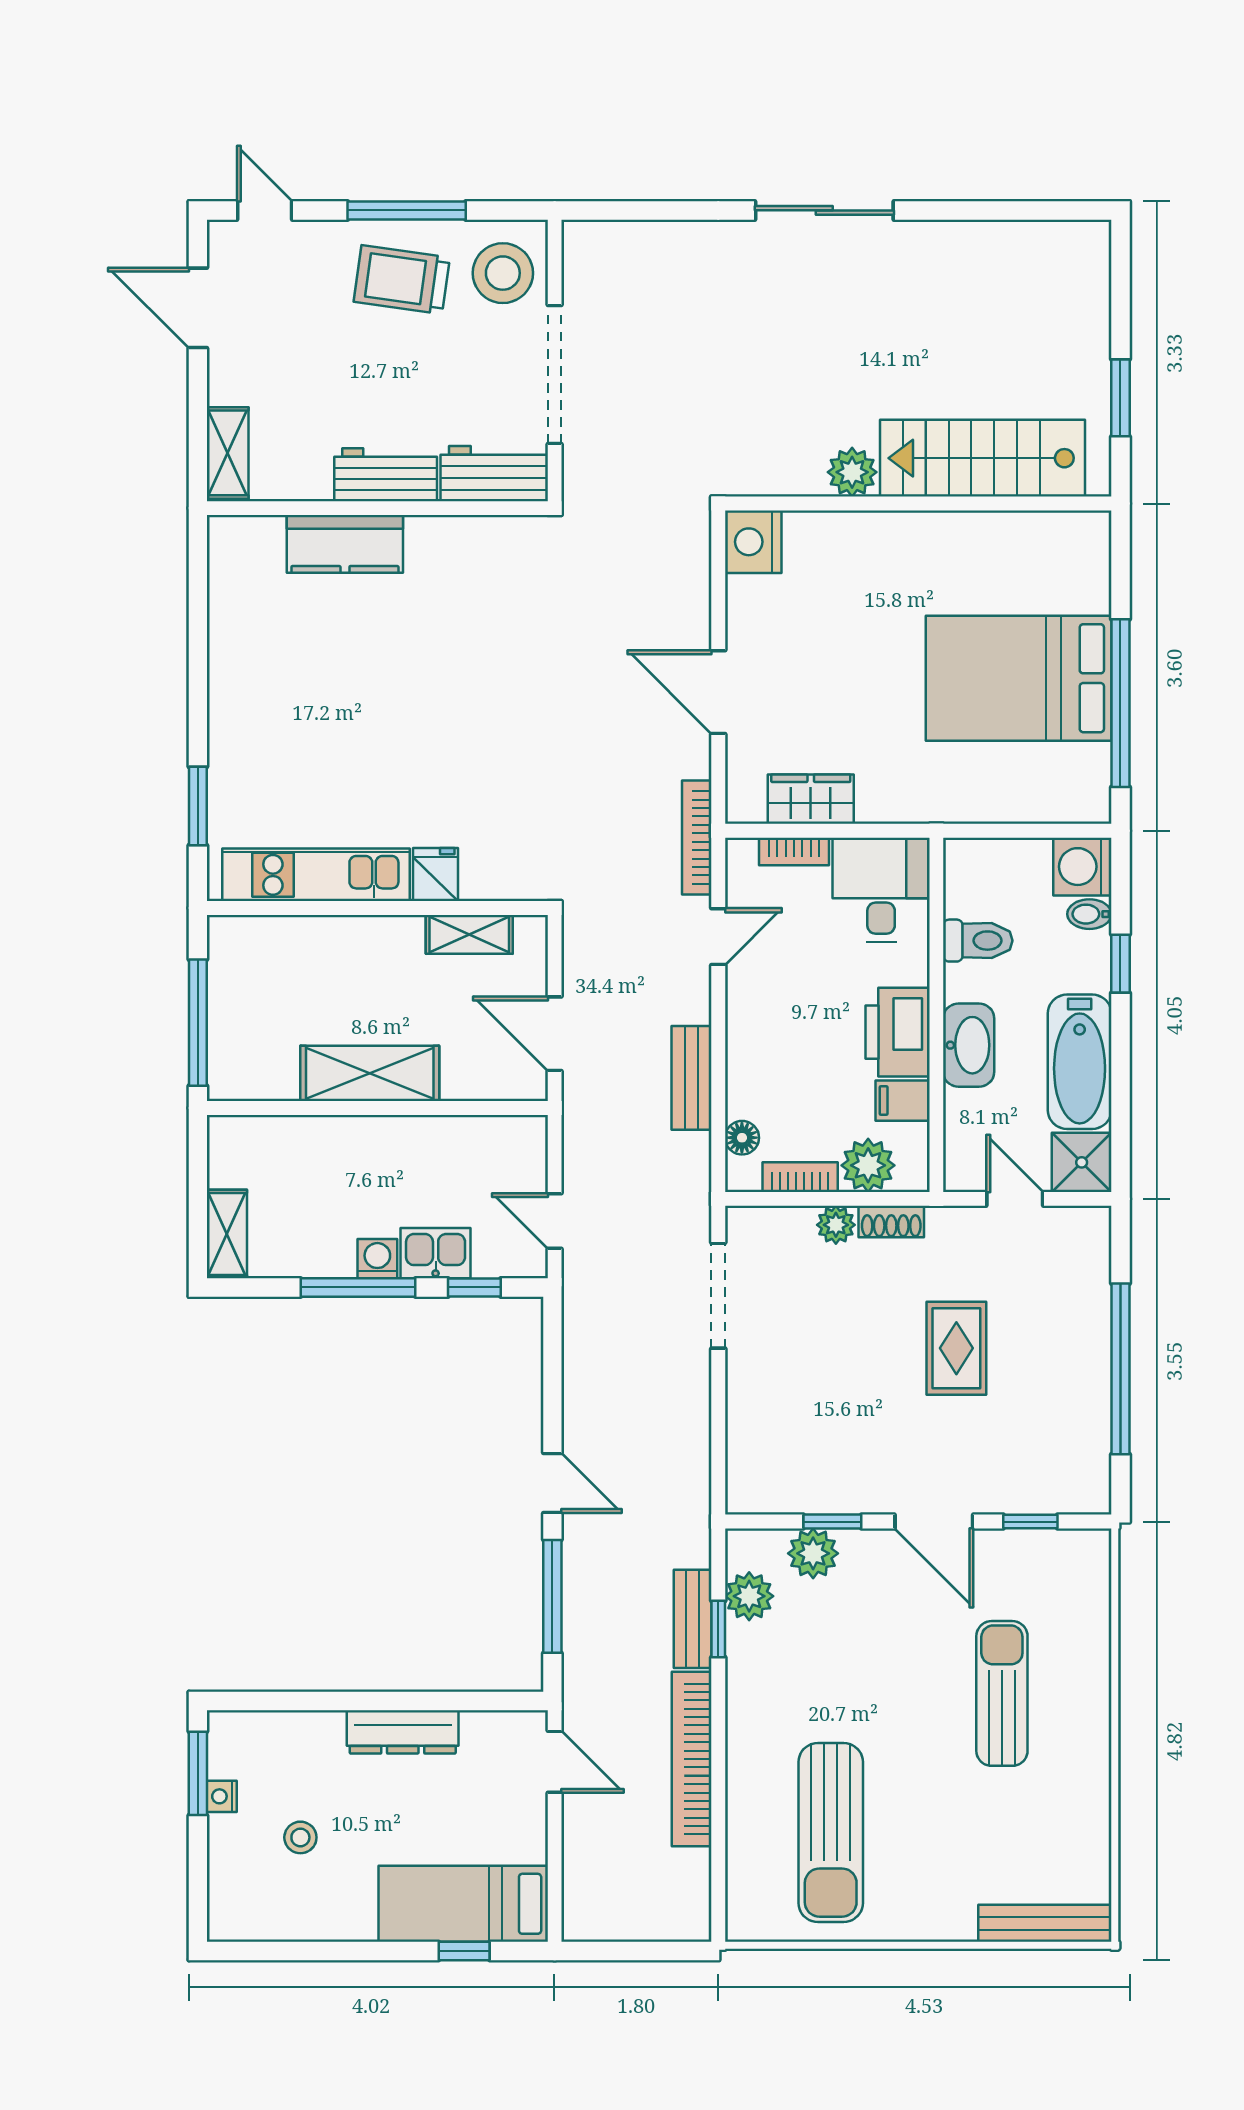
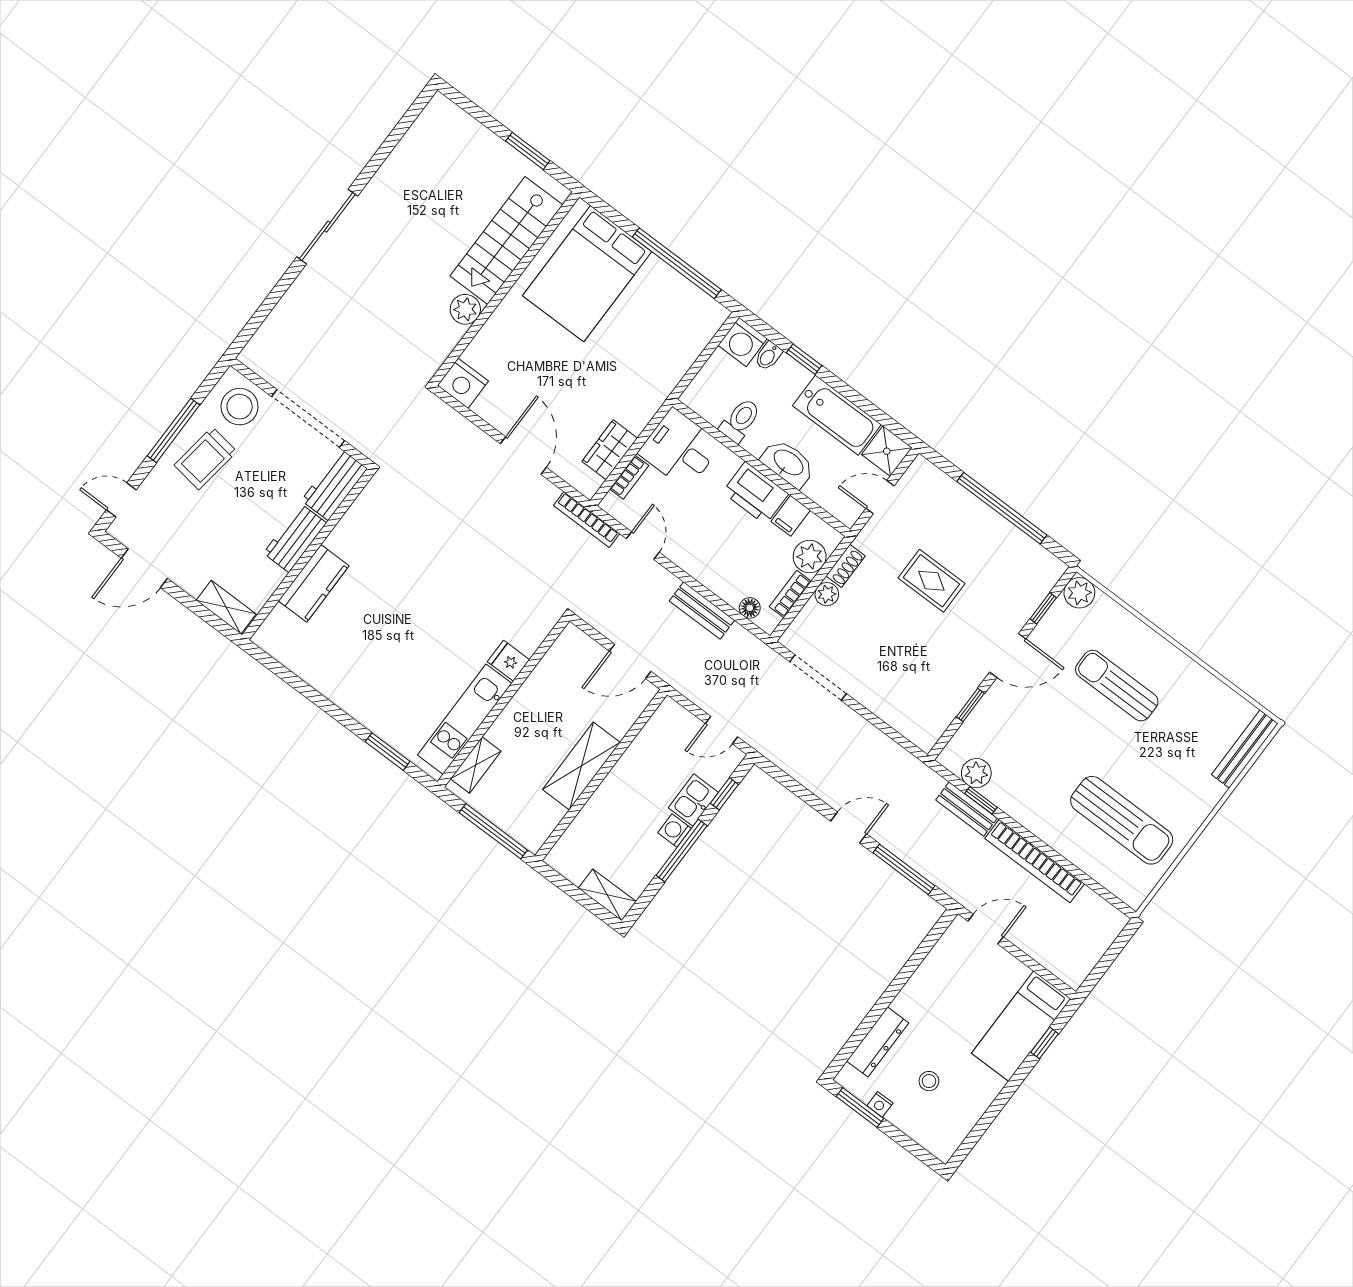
bed: (1019, 678) -> (587, 274), moved
door: (718, 692) -> (523, 456), swing flipped
shelving: (469, 934) -> (476, 765), moved
plant: (813, 1553) -> (1079, 593), moved
dresser: (403, 1732) -> (878, 1042), moved

